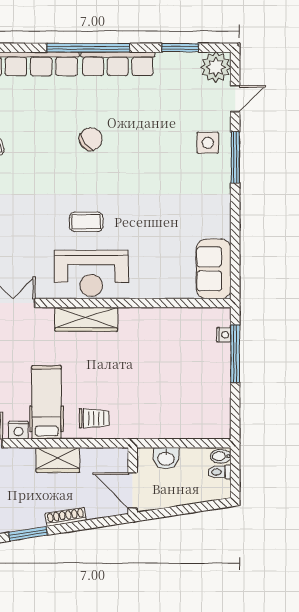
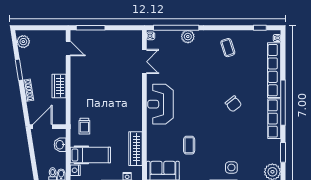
coffee table: (86, 222) -> (189, 145), moved
wardrobe: (86, 319) -> (136, 149), moved
hospital bed: (46, 402) -> (90, 155), moved
trolley: (94, 418) -> (84, 126), moved
nightstand: (18, 430) -> (75, 170), moved

